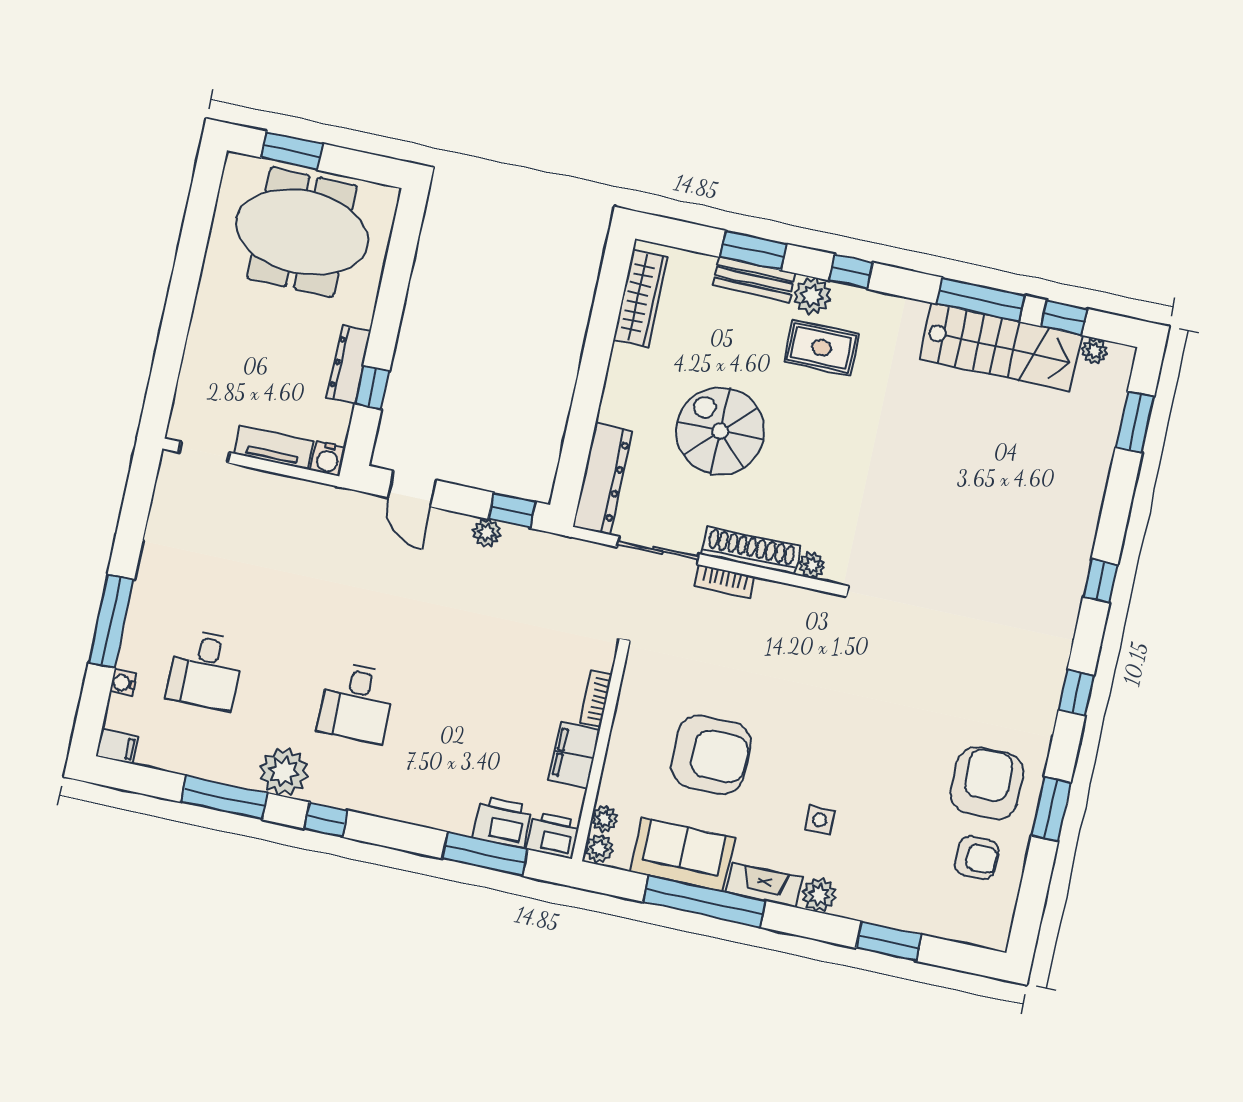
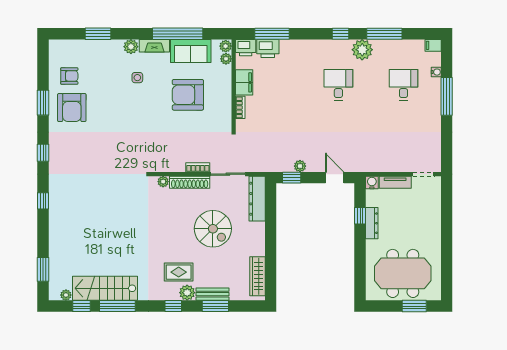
armchair: (977, 858) -> (69, 76), turned 180

